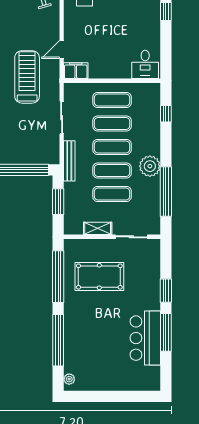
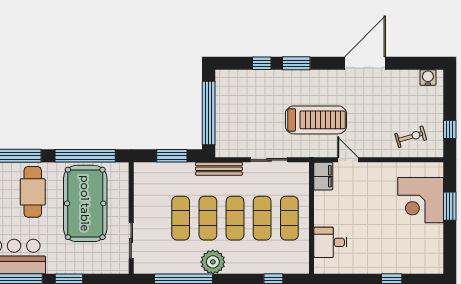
desk: (145, 64) -> (330, 242), moved
shelving: (98, 228) -> (141, 202), removed
pool table: (99, 277) -> (85, 203), width x1.36, depth x1.32
cafe table: (89, 322) -> (33, 192), added

